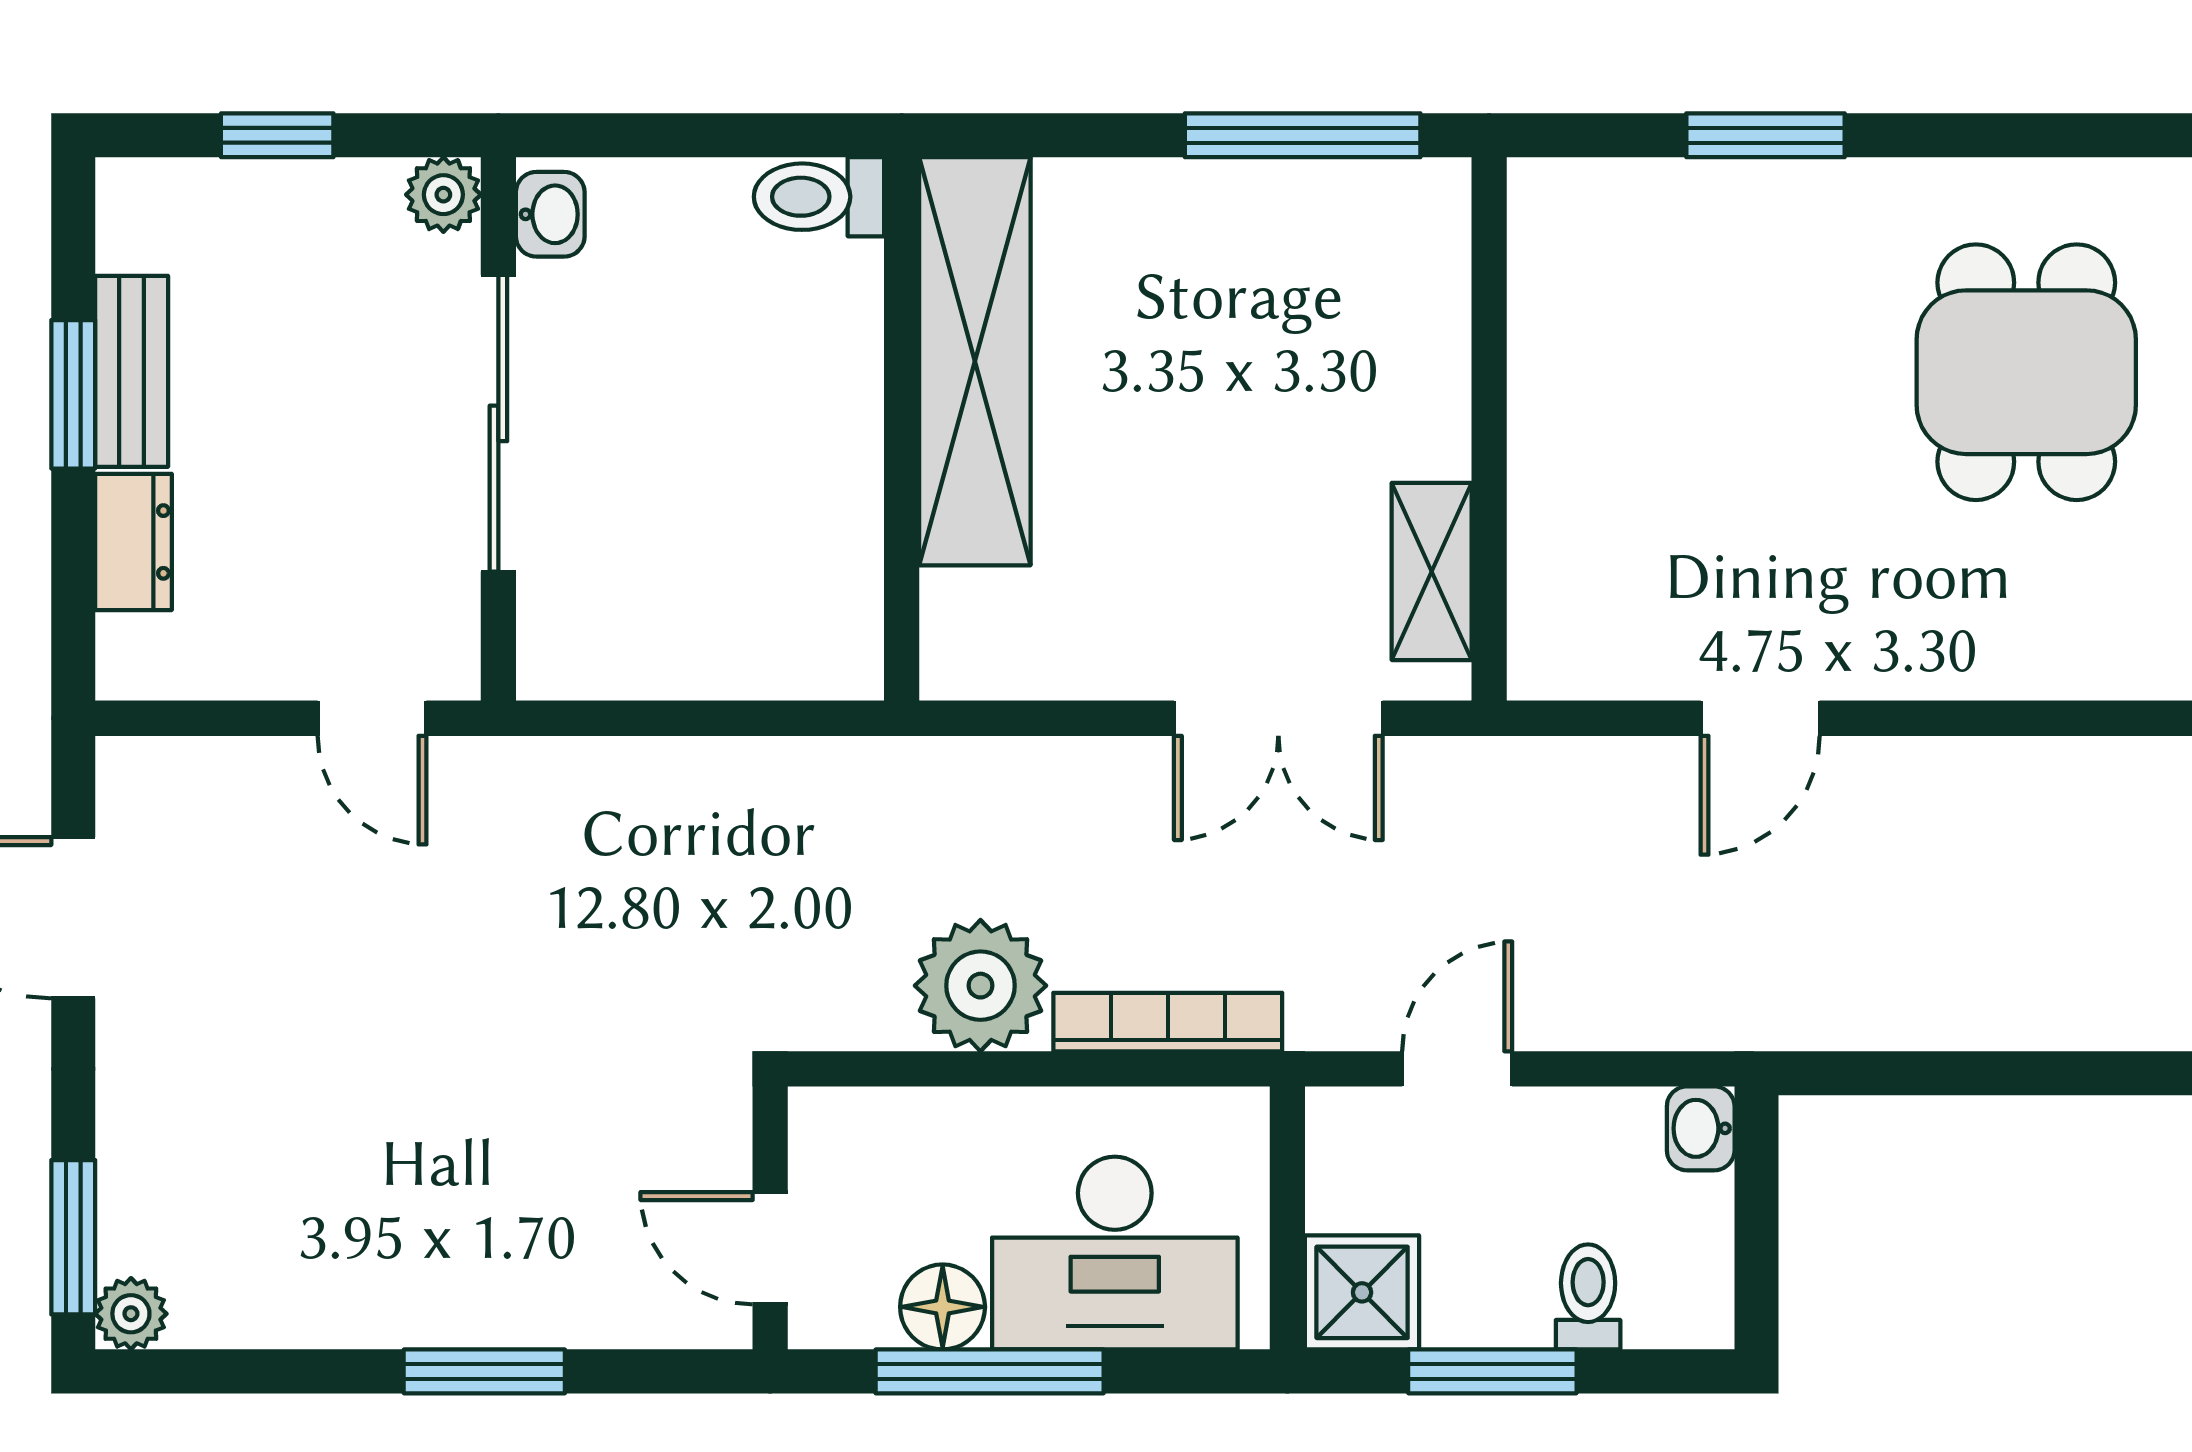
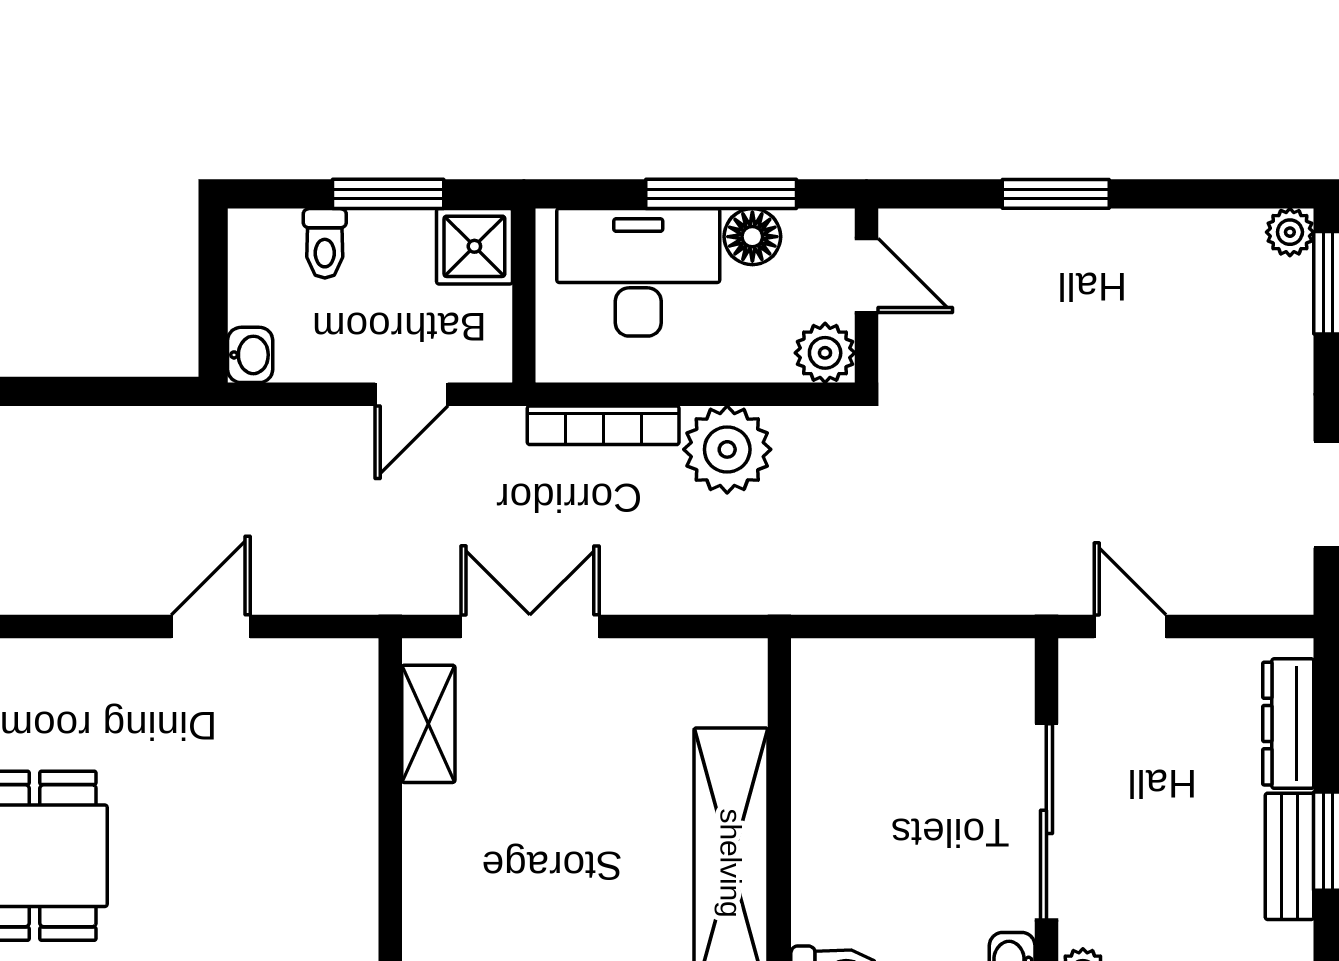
dresser: (133, 542) -> (1288, 724), width x1.44
plant: (833, 1131) -> (825, 353), added

